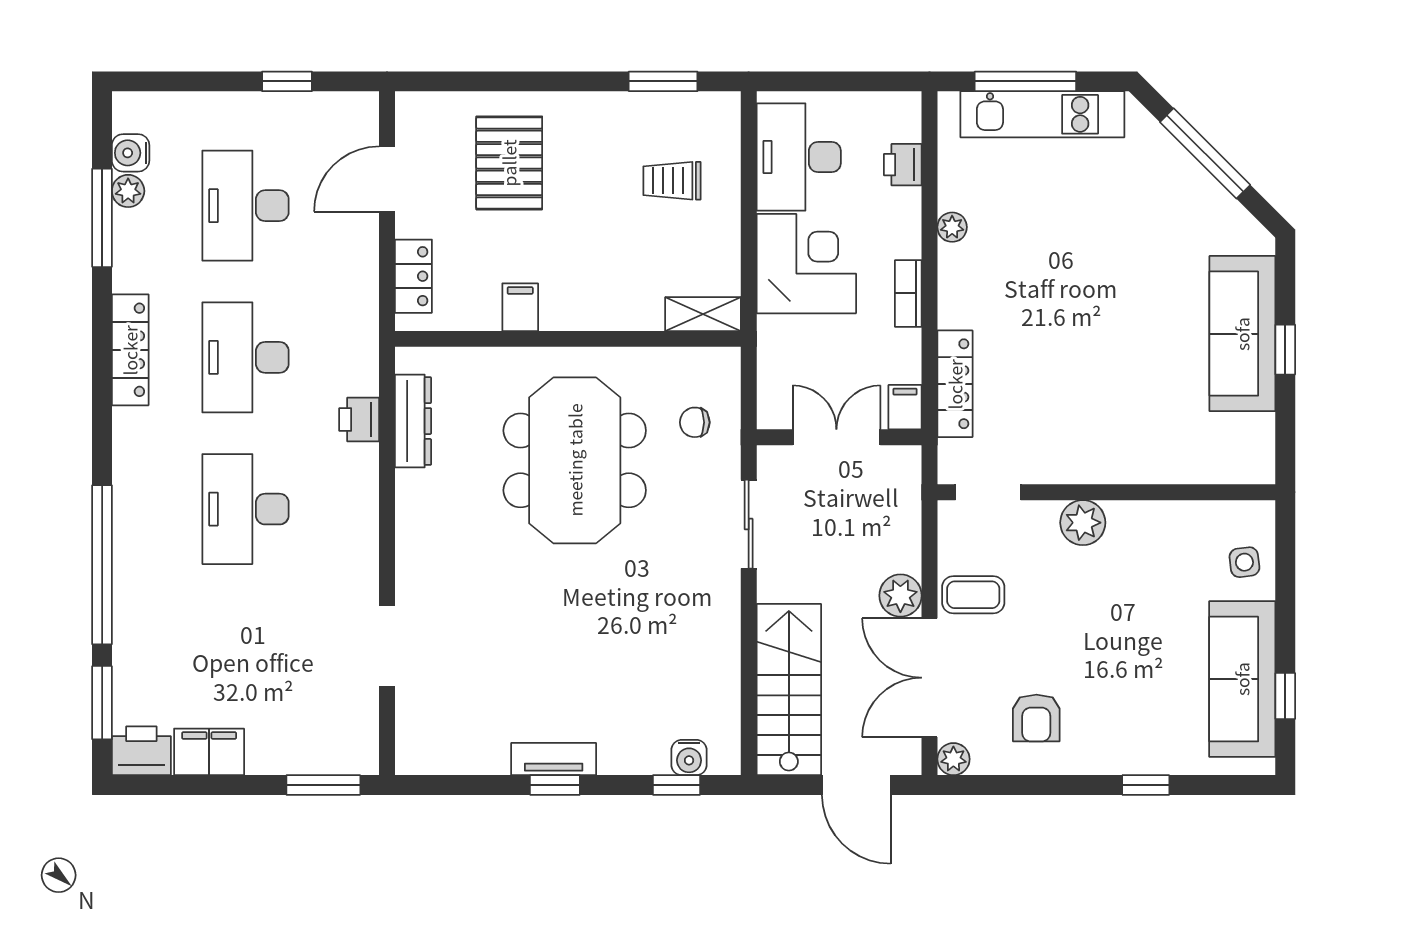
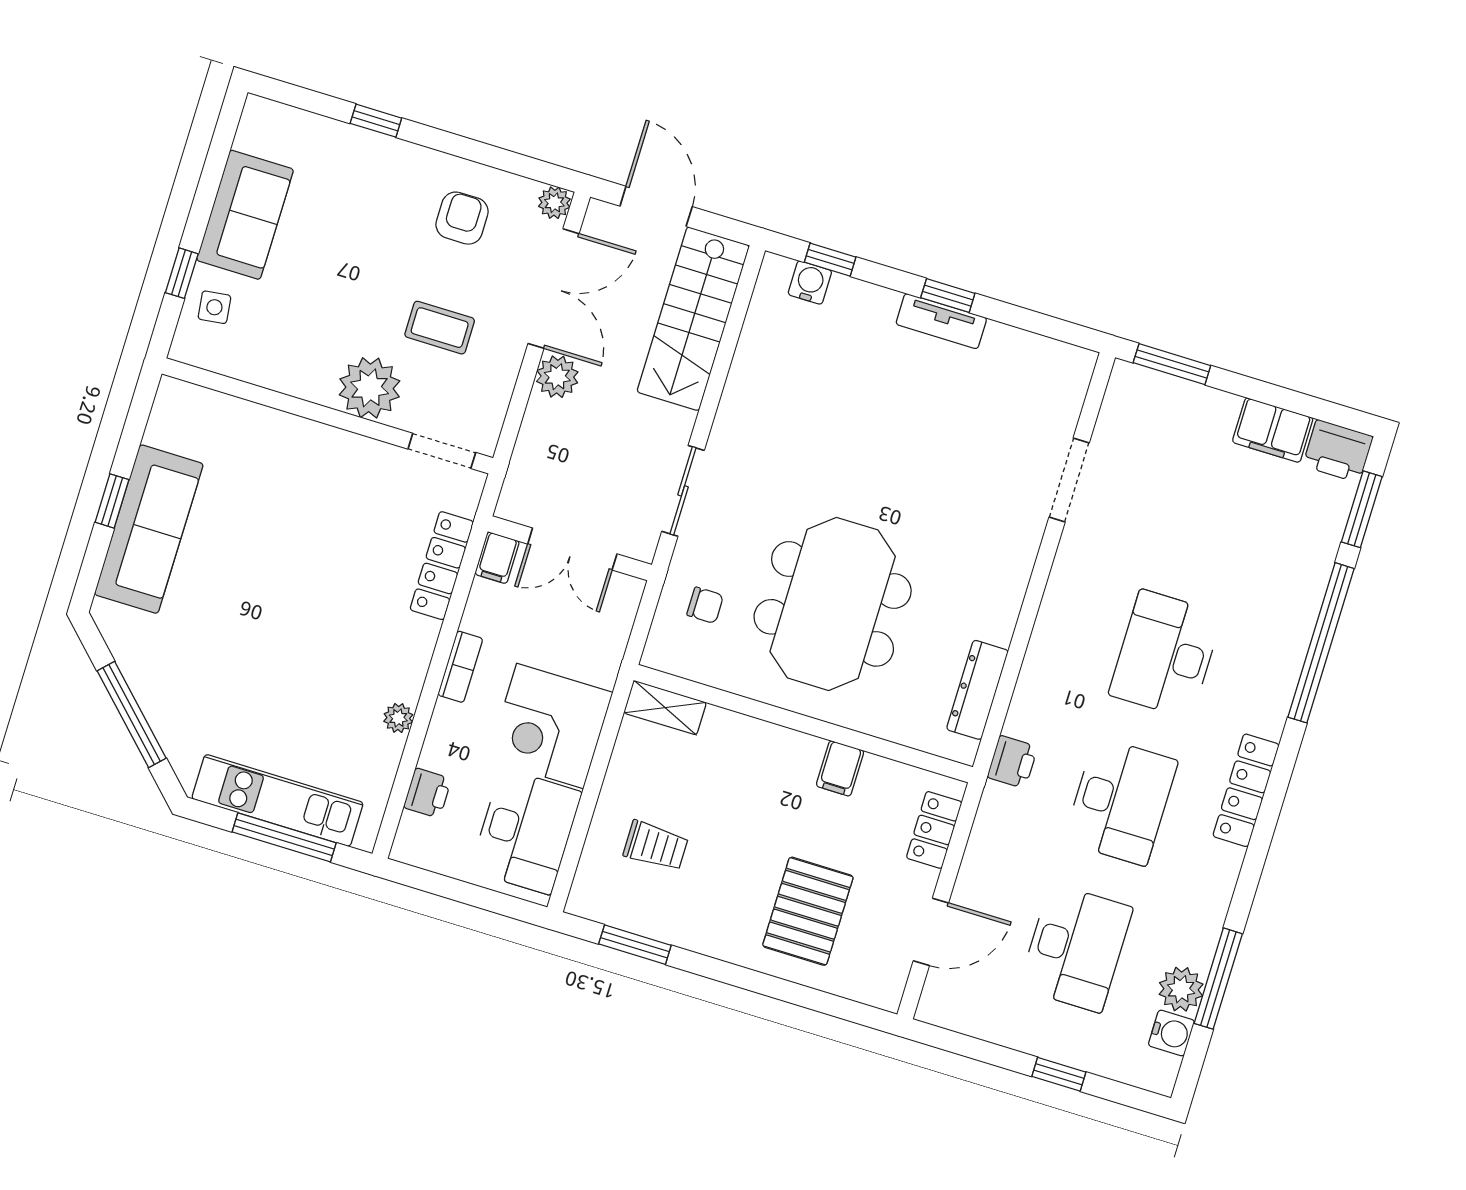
window: (287, 81) -> (1059, 1074), moved
plant: (128, 191) -> (1181, 989), width x1.38, depth x1.38
locker: (130, 350) -> (1246, 790), moved
printer: (359, 419) -> (1012, 762), moved
desk: (246, 509) -> (1166, 654), turned 180
plant: (1083, 523) -> (370, 388), width x1.36, depth x1.36
coffee table: (973, 595) -> (440, 328), moved
sofa: (1242, 679) -> (245, 215), width x0.73
window: (1285, 696) -> (182, 273), moved

